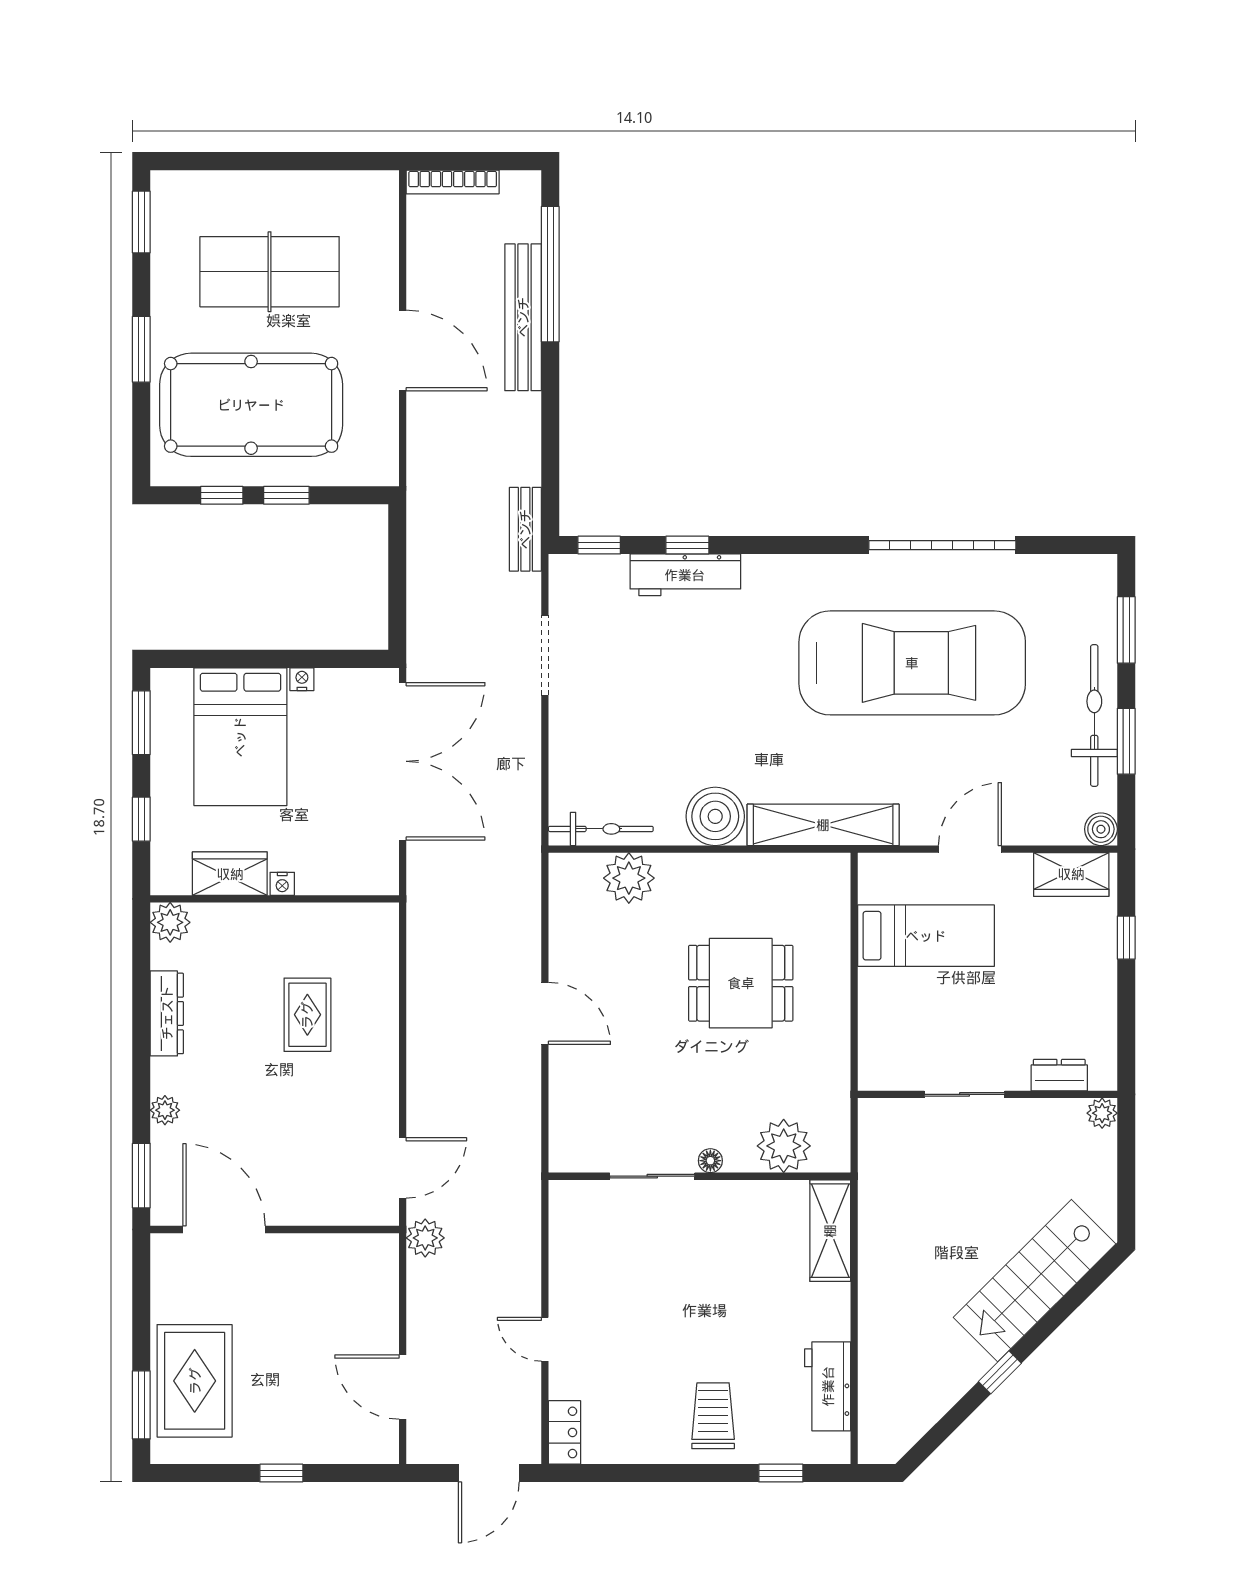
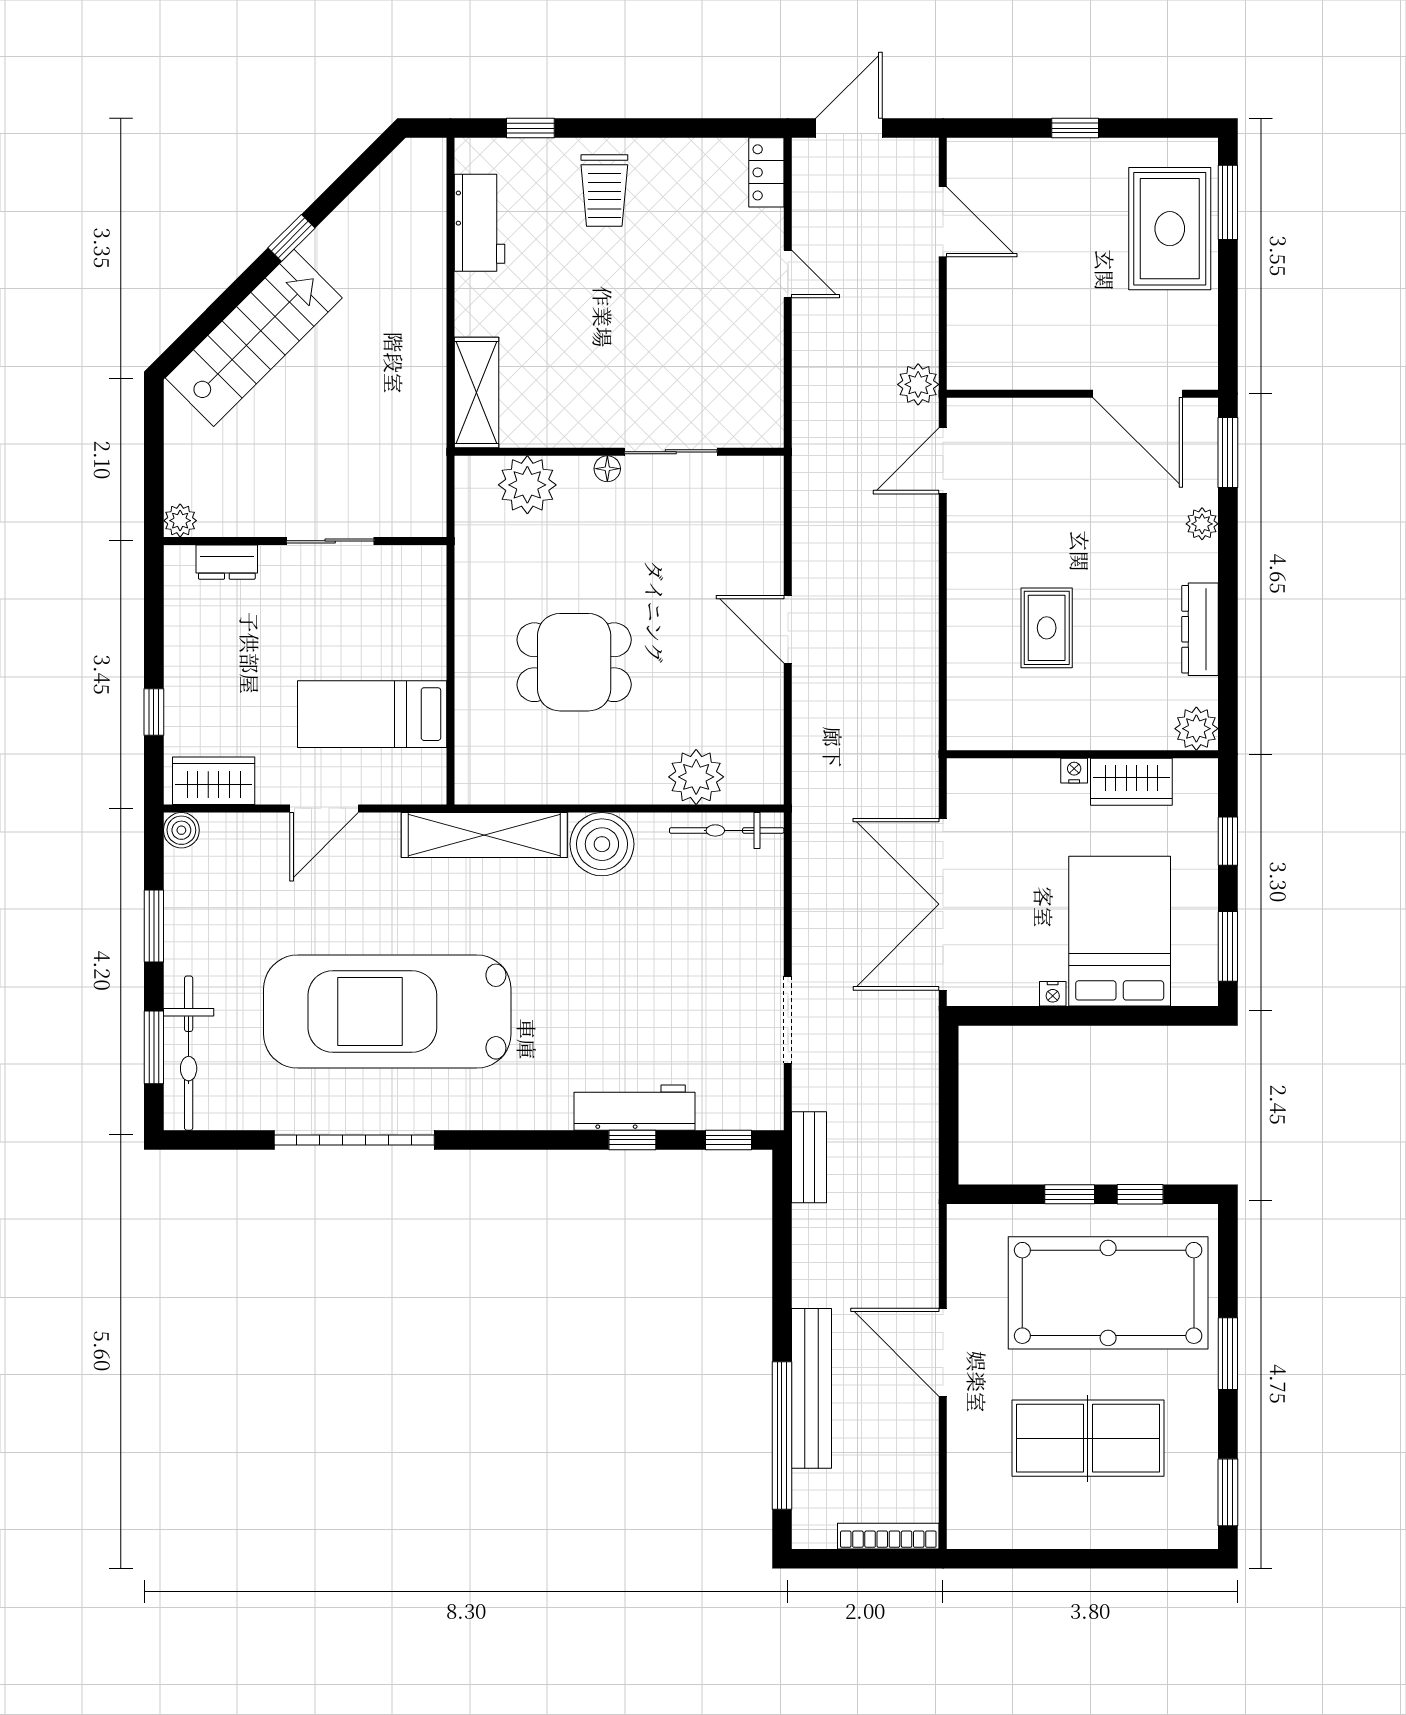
bicycle: (1094, 715) -> (189, 1053), moved

